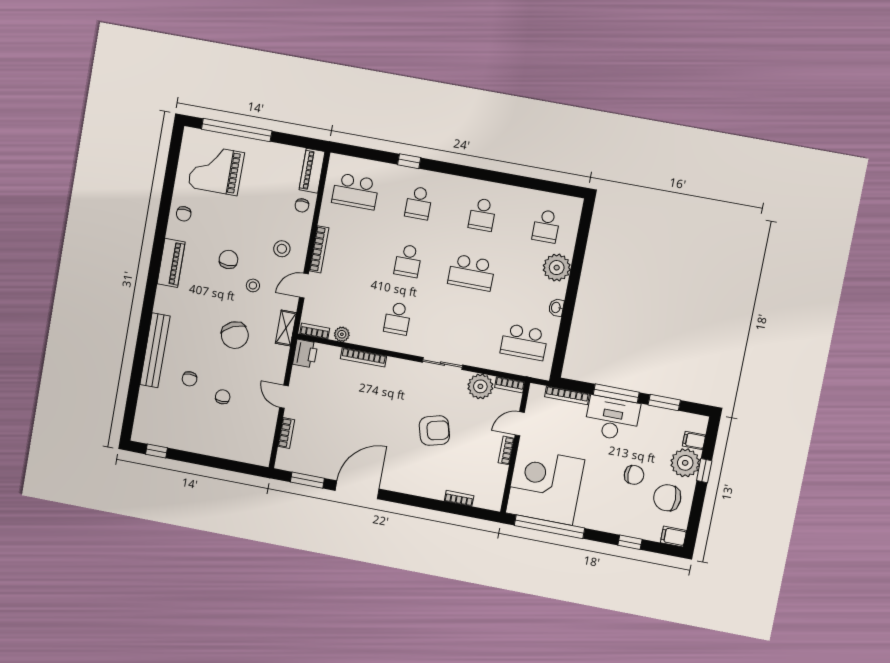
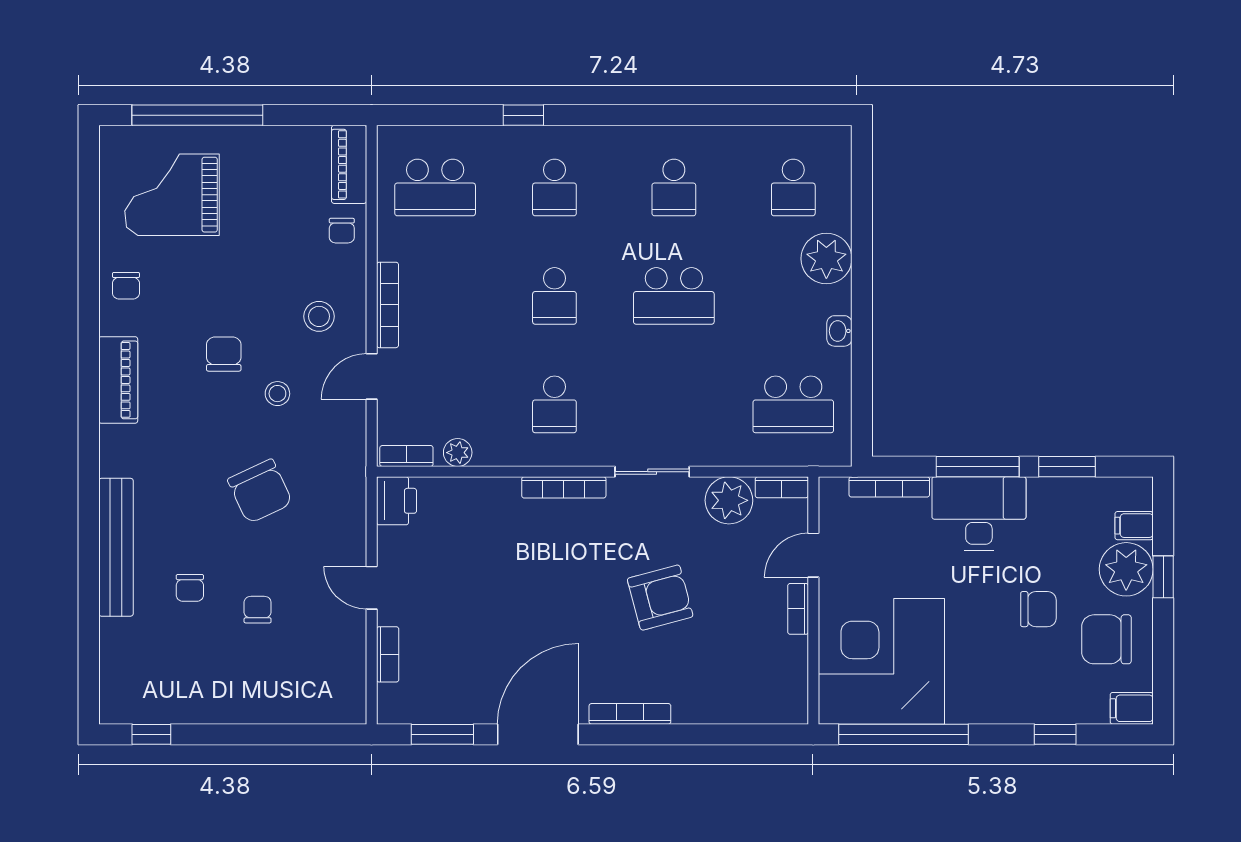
shelving: (286, 328) -> (352, 460), removed
bookcase: (363, 357) -> (564, 487), moved
bookcase: (459, 498) -> (630, 714), moved, width x1.56

